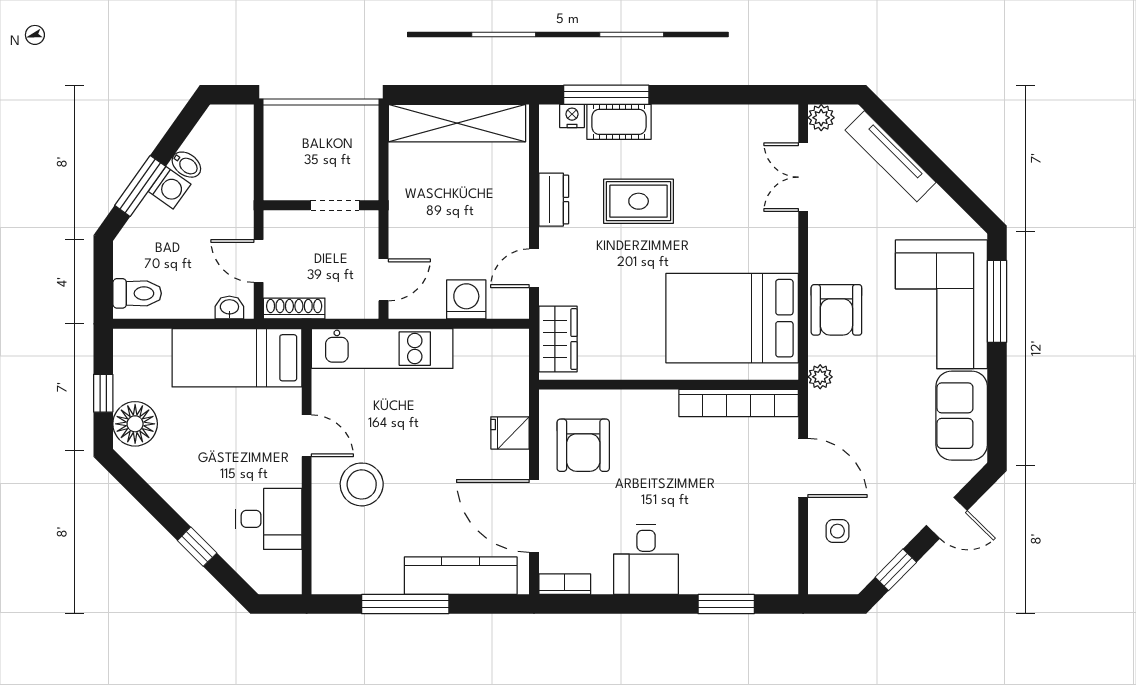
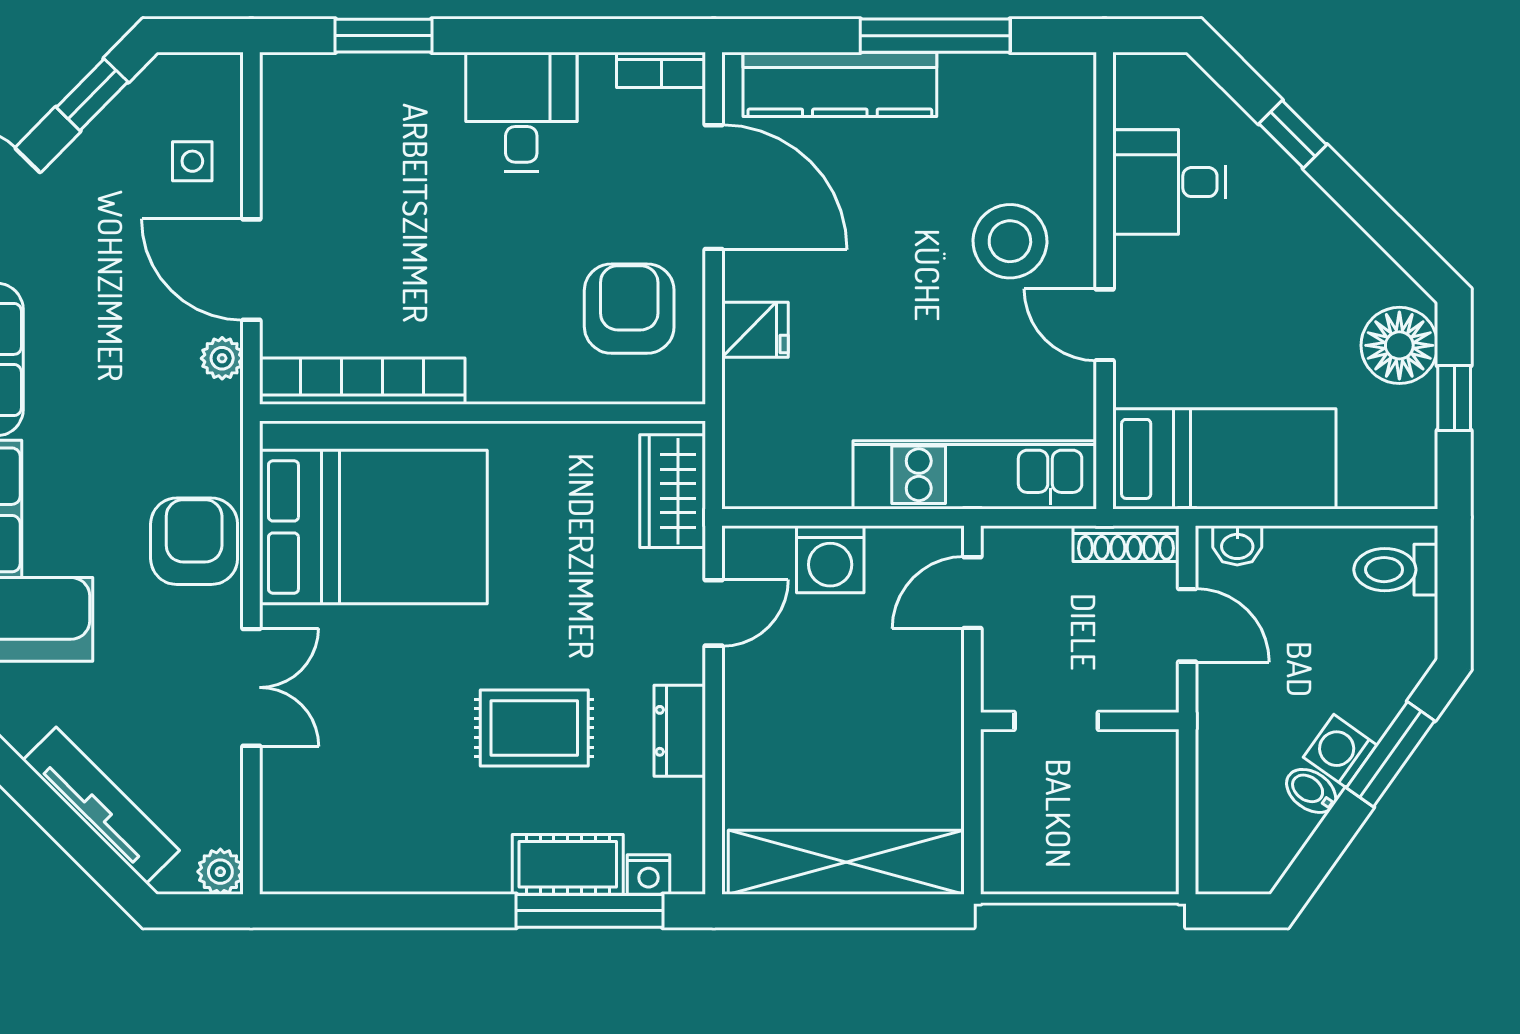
double door: (803, 177) -> (251, 687), moved
plant: (820, 377) -> (222, 358), moved

